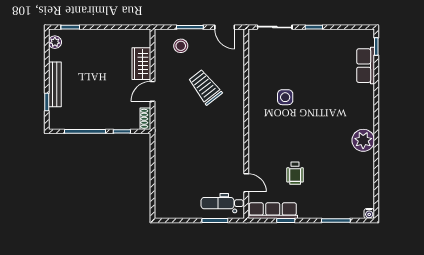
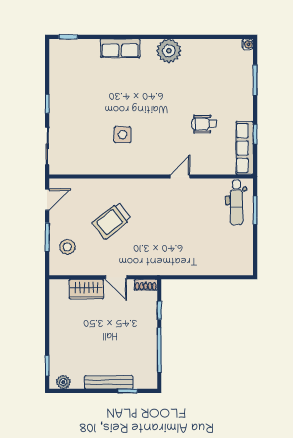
row of seats: (366, 66) -> (120, 48), moved
wheelchair: (295, 173) -> (204, 124), turned 180
door: (246, 183) -> (180, 177), moved

